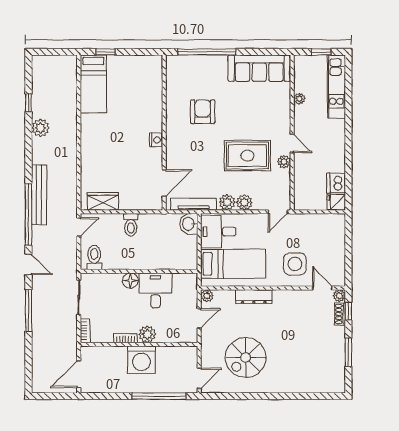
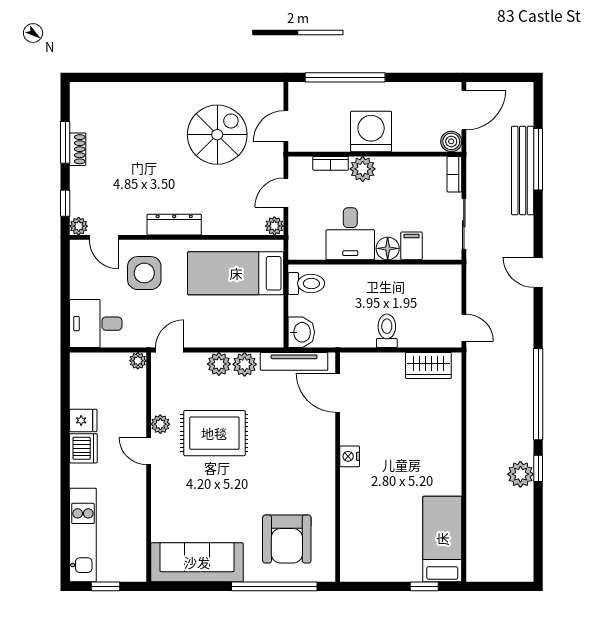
plant: (299, 99) -> (138, 361), moved
window: (28, 103) -> (538, 468), moved
armchair: (203, 112) -> (287, 539), moved, width x1.36, depth x1.36
door: (164, 183) -> (338, 393), hinge flipped
dishwasher: (336, 183) -> (83, 448), moved
bench: (39, 195) -> (523, 171), moved
fridge: (336, 202) -> (83, 420), moved
window: (28, 214) -> (538, 394), moved
door: (79, 227) -> (464, 328), swing flipped
desk: (218, 232) -> (96, 324), moved, turned 180
toilet: (94, 257) -> (306, 283), moved, turned -90
filing cabinet: (114, 282) -> (411, 246), added
dresser: (254, 297) -> (174, 225), moved
window: (28, 311) -> (538, 159), moved
shoe rack: (340, 314) -> (78, 149), moved
bookcase: (126, 338) -> (331, 163), moved
boiler: (87, 353) -> (451, 141), added
door: (199, 378) -> (286, 126), moved

